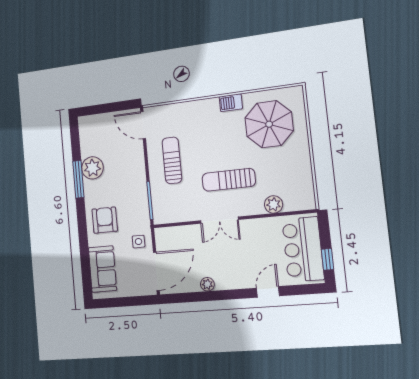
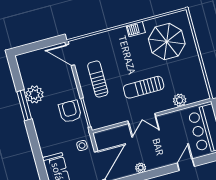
armchair: (105, 220) -> (70, 111), moved

